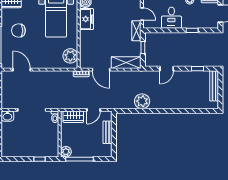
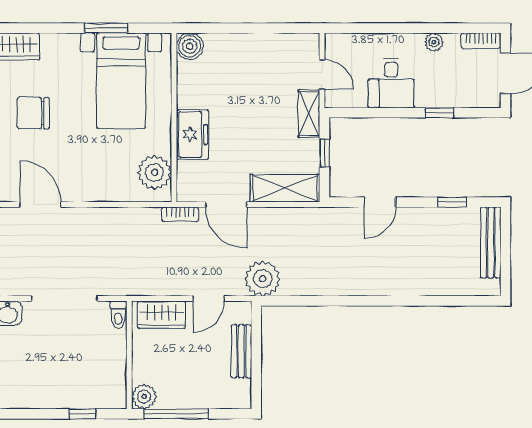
freezer: (87, 19) -> (192, 134), moved
plant: (142, 101) -> (263, 279), moved

